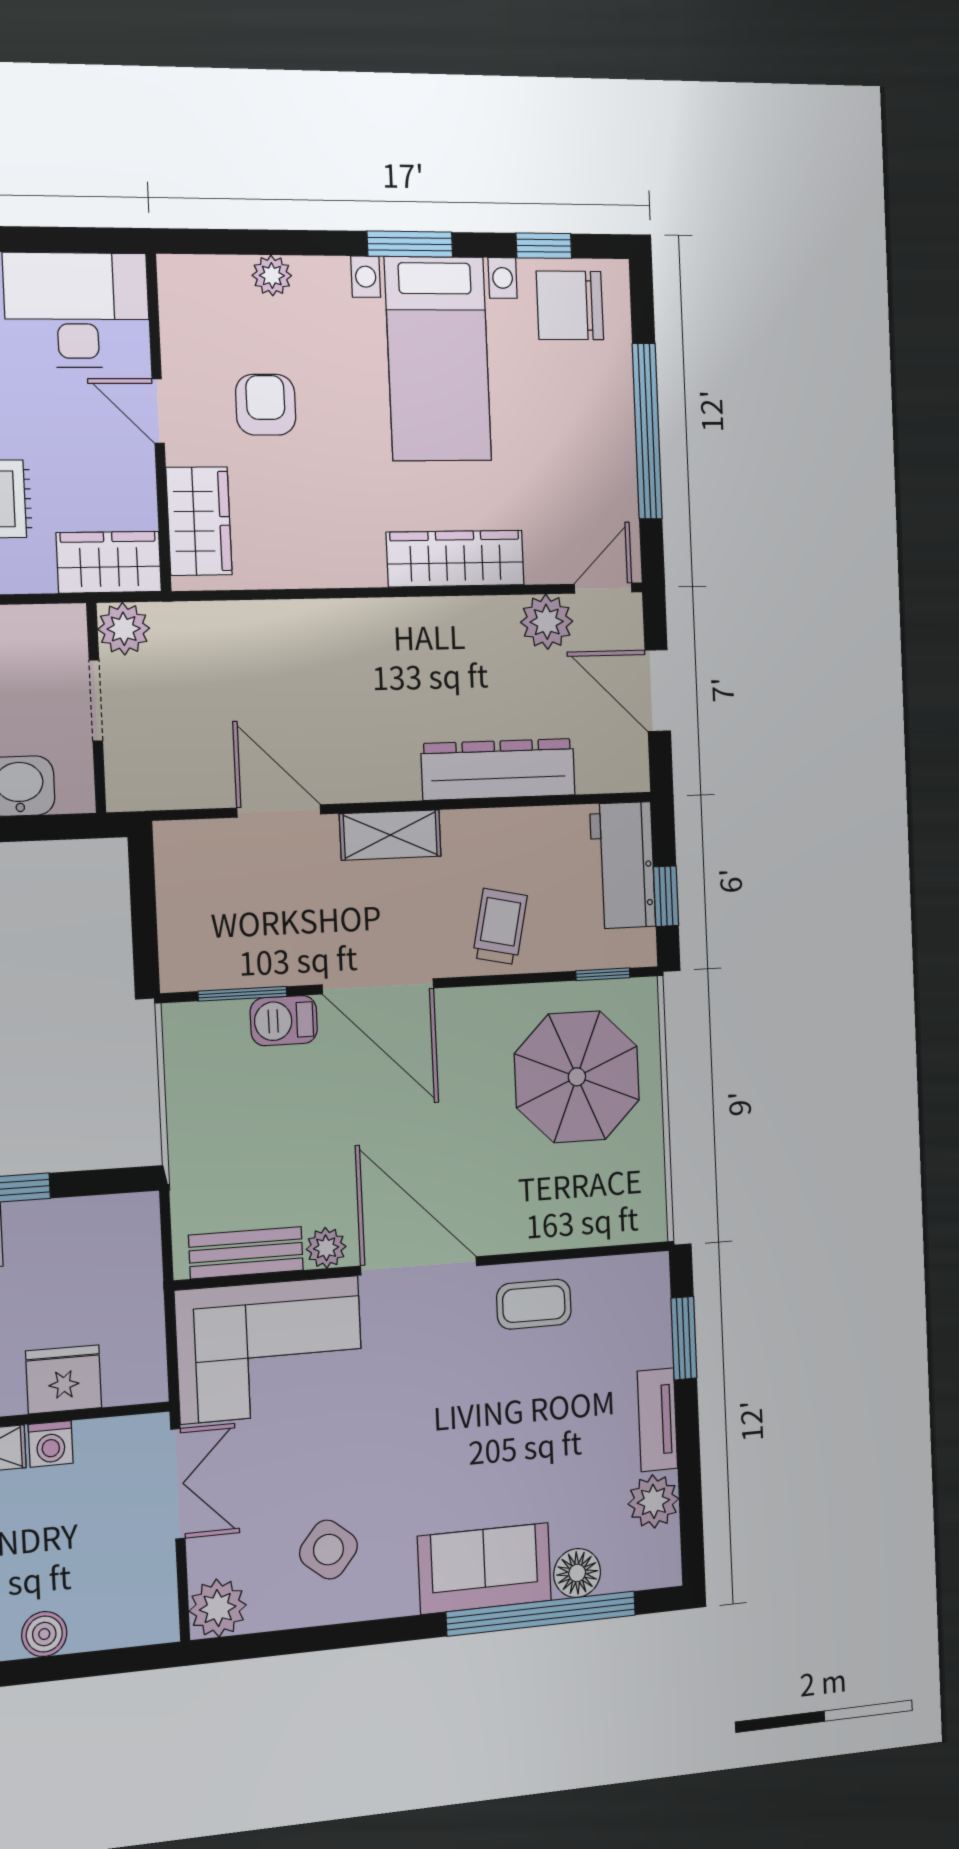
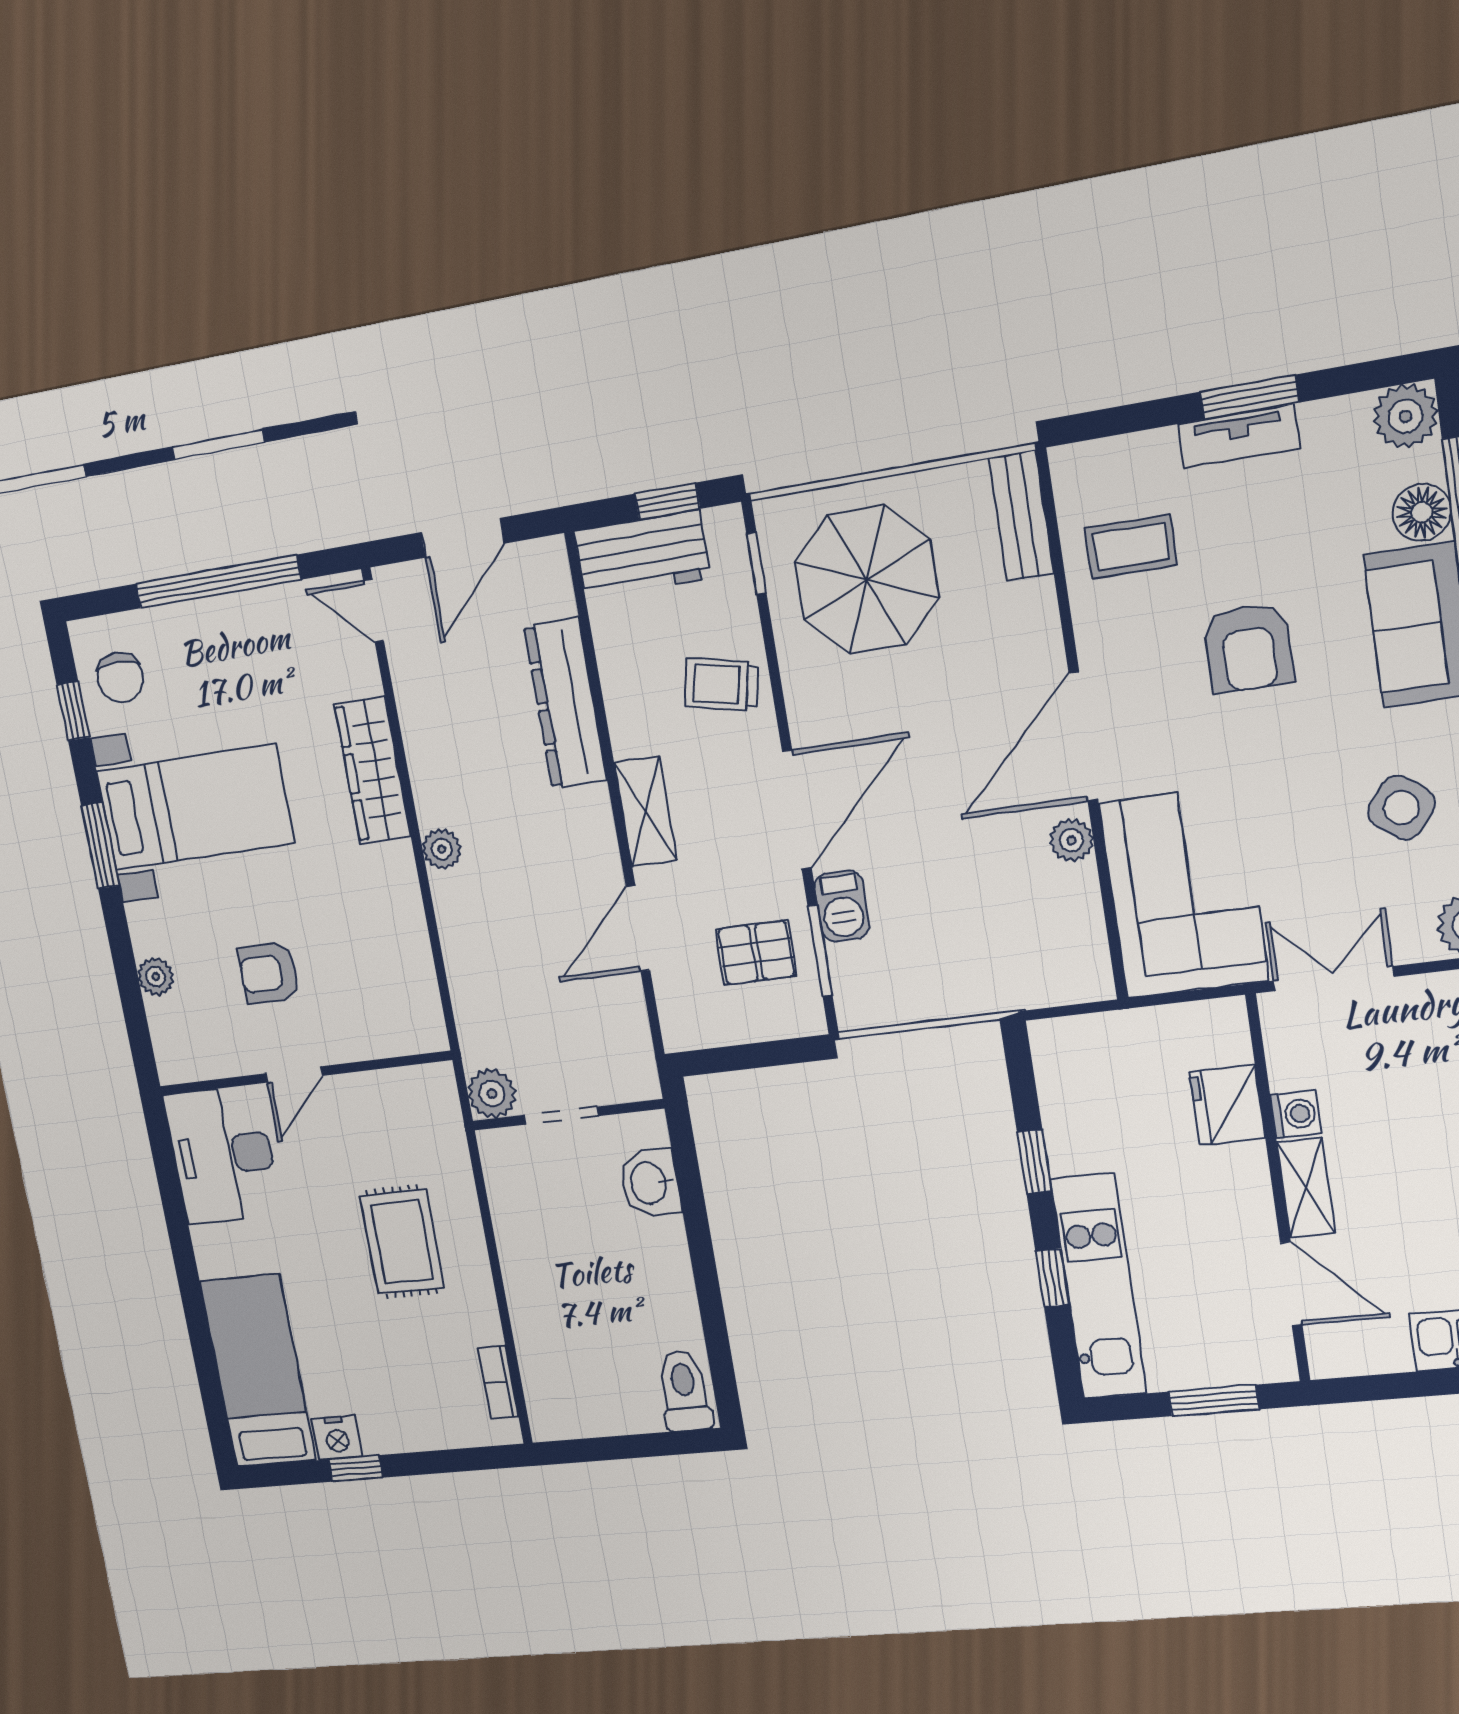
chair: (570, 305) -> (120, 678), width x0.73, depth x0.73
wardrobe: (199, 521) -> (383, 1029), removed
wardrobe: (109, 562) -> (435, 1112), removed
plant: (547, 622) -> (442, 849), moved, width x0.73, depth x0.73
pallet: (246, 929) -> (756, 952), added
bench: (246, 1253) -> (1021, 516), moved
coffee table: (534, 1304) -> (1131, 547), moved, turned 90
window: (684, 1338) -> (1249, 397), moved
armchair: (481, 1420) -> (1249, 648), added
plant: (653, 1501) -> (1405, 416), moved

